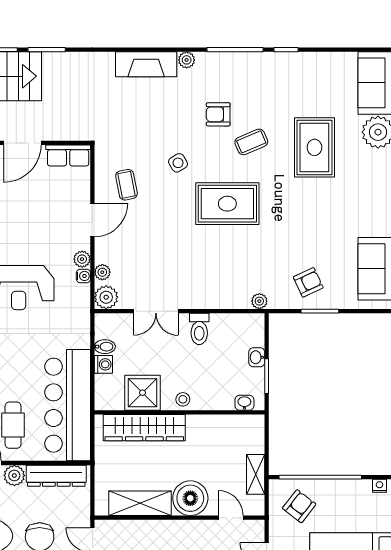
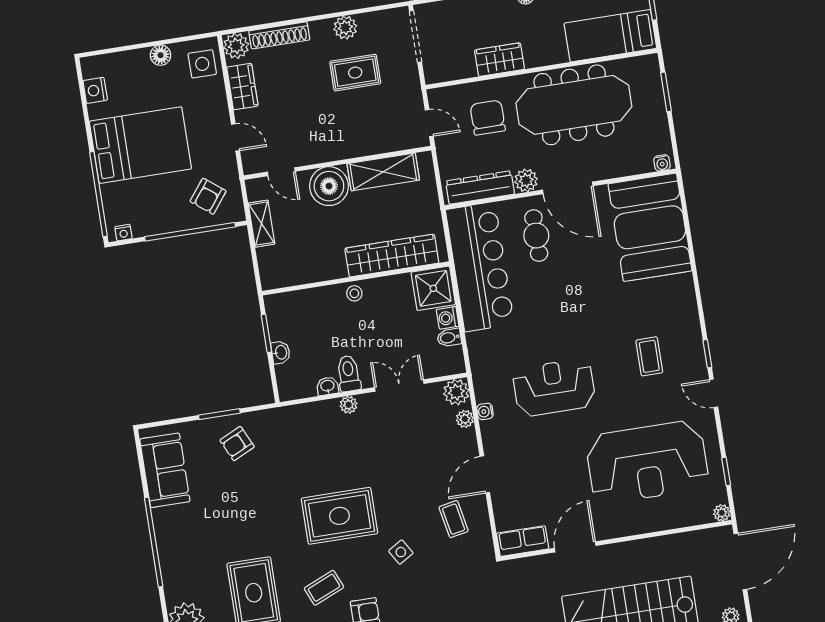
plant: (82, 259) -> (489, 430), removed
plant: (259, 301) -> (349, 405), moved
shower: (143, 393) -> (433, 288), moved
washbasin: (244, 403) -> (327, 386), moved, turned 180

